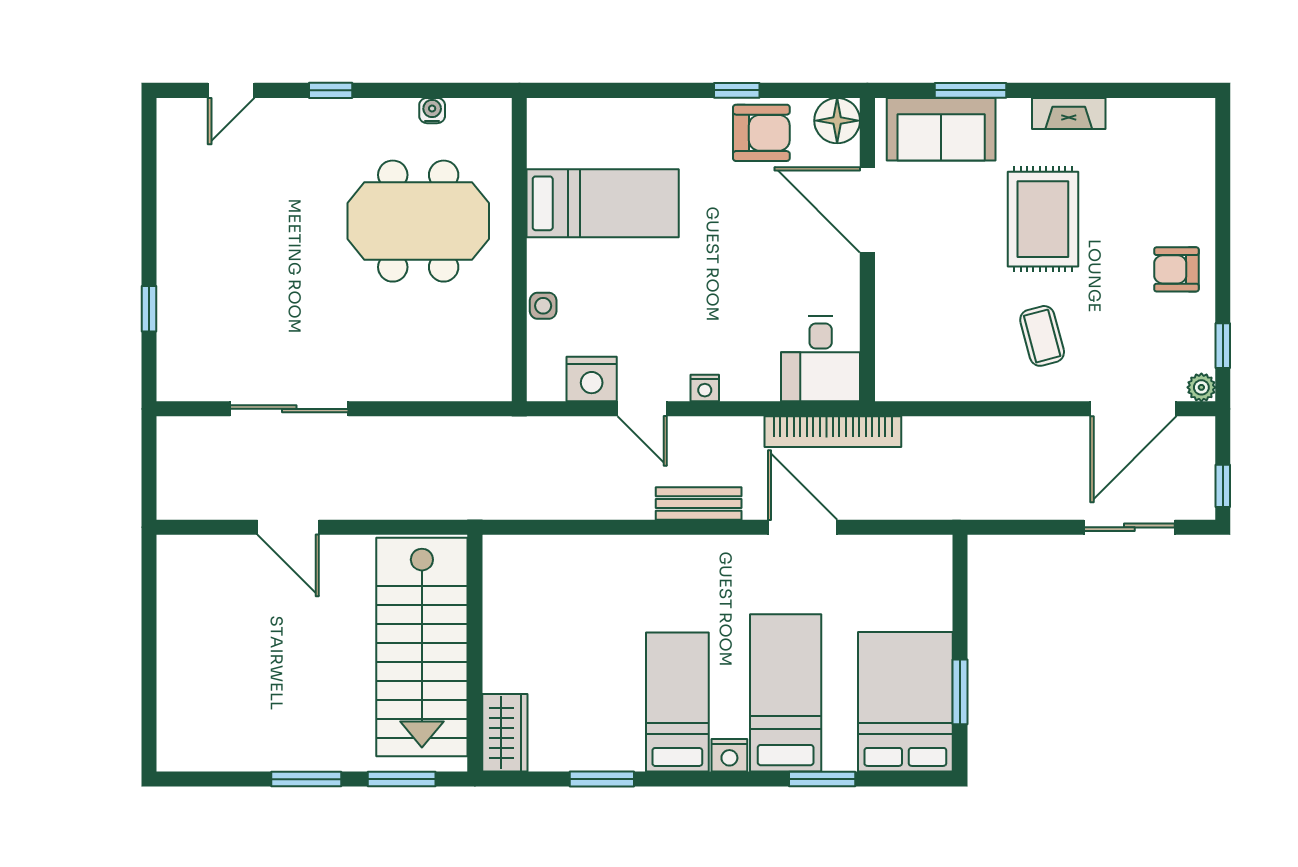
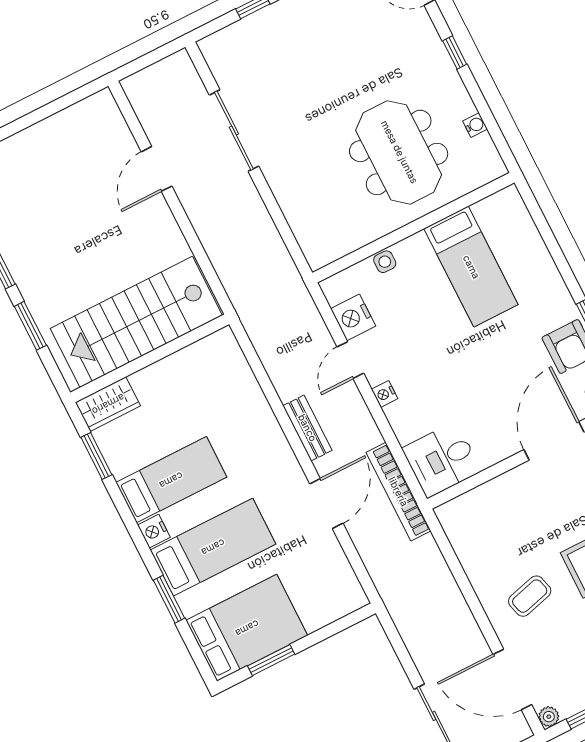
stairs: (422, 647) -> (136, 322), moved
wall: (475, 653) -> (150, 358), moved
wardrobe: (505, 733) -> (108, 404), moved

